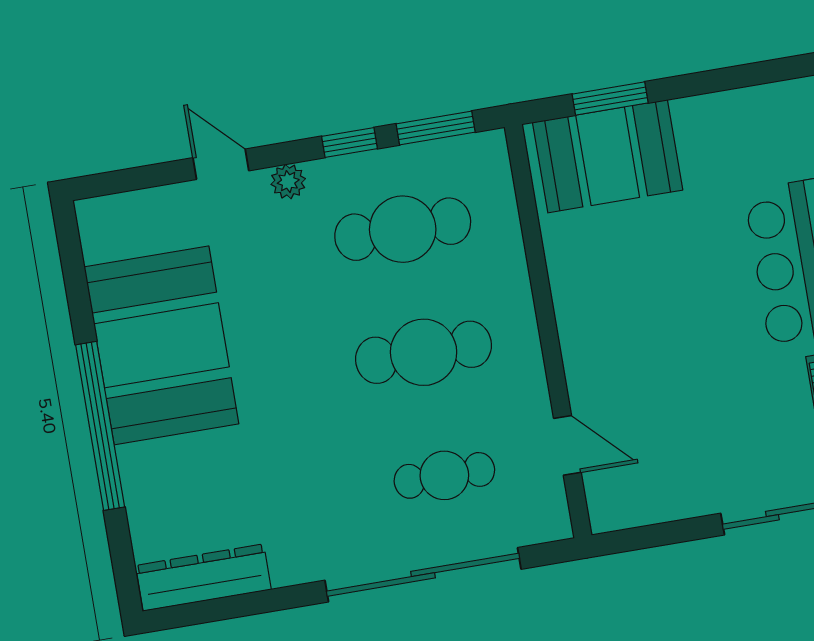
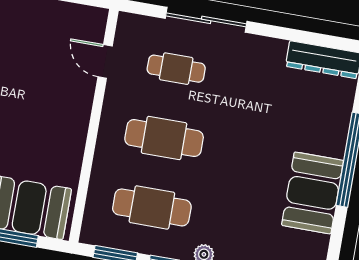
booth: (161, 345) -> (313, 193), width x0.73, depth x0.70
sliding door: (423, 575) -> (206, 20), width x0.73

